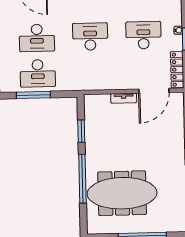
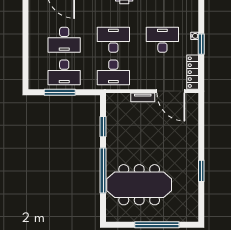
desk: (91, 72) -> (113, 72), added
door: (154, 91) -> (171, 91), hinge flipped

